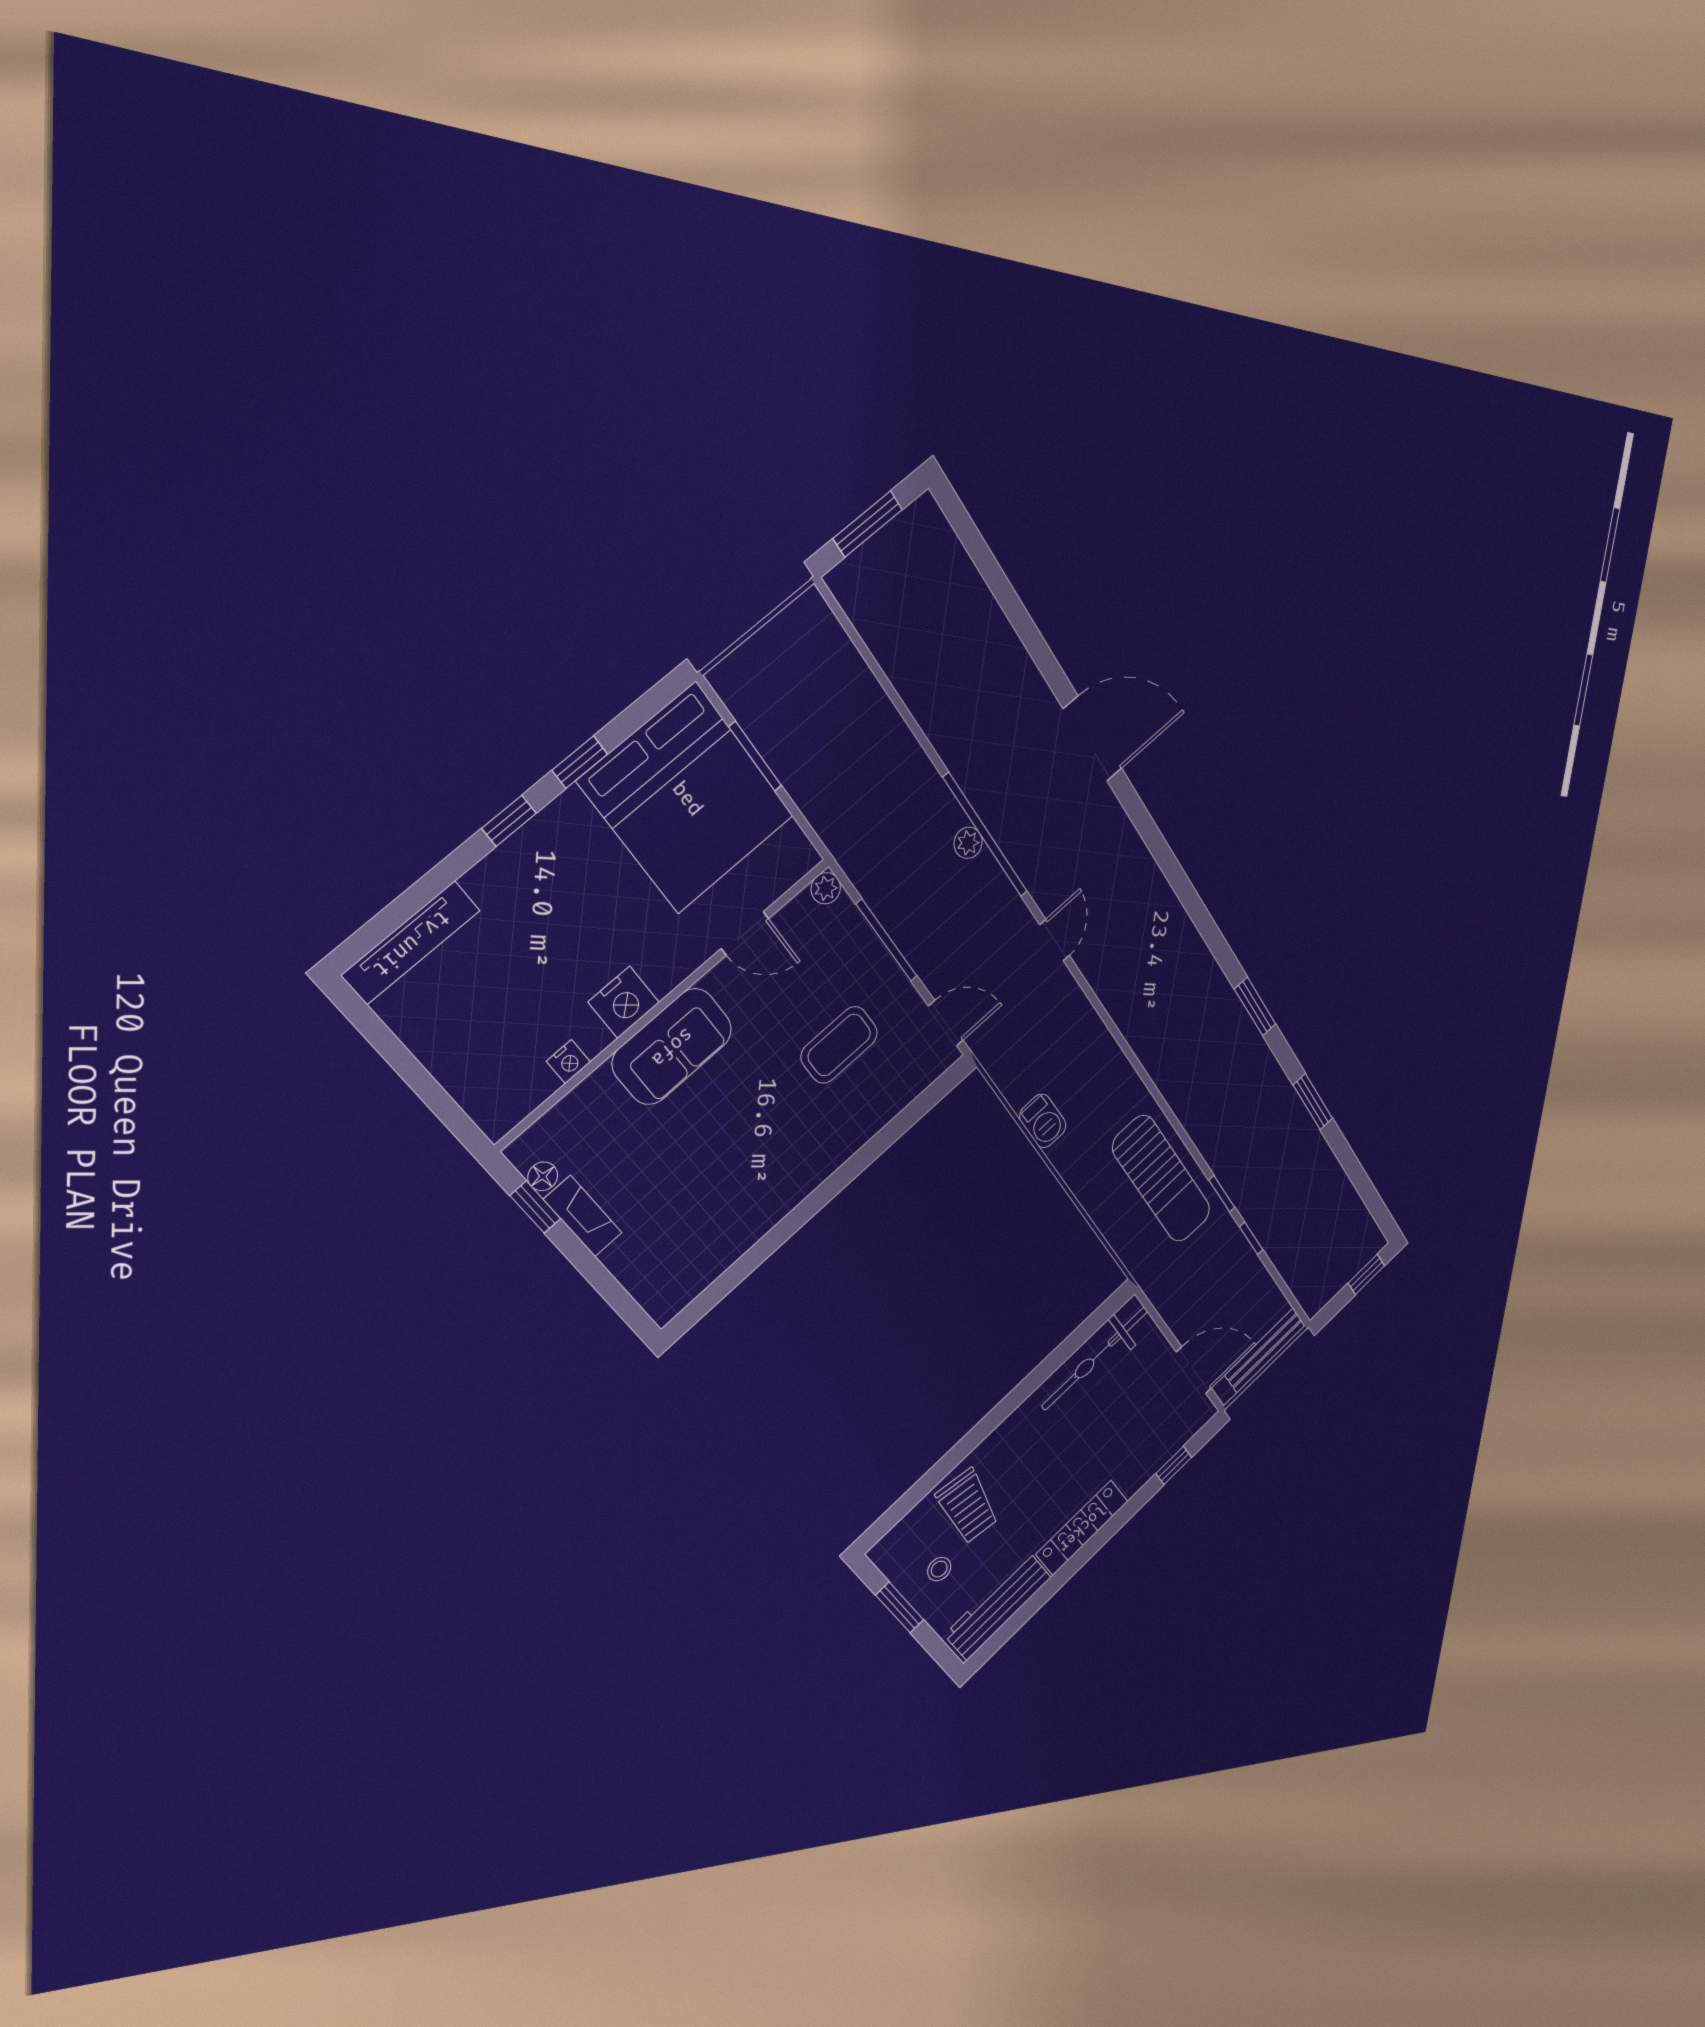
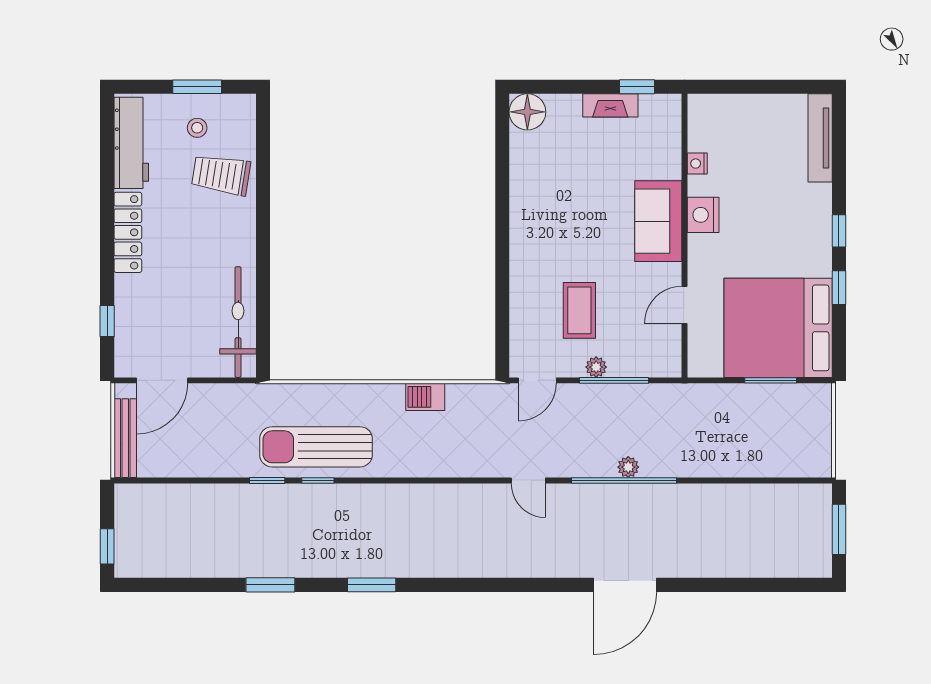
plant: (826, 888) -> (596, 367), moved
floor lamp: (543, 1176) -> (527, 112), moved, width x1.89, depth x1.89
window: (1251, 1238) -> (318, 480), moved

